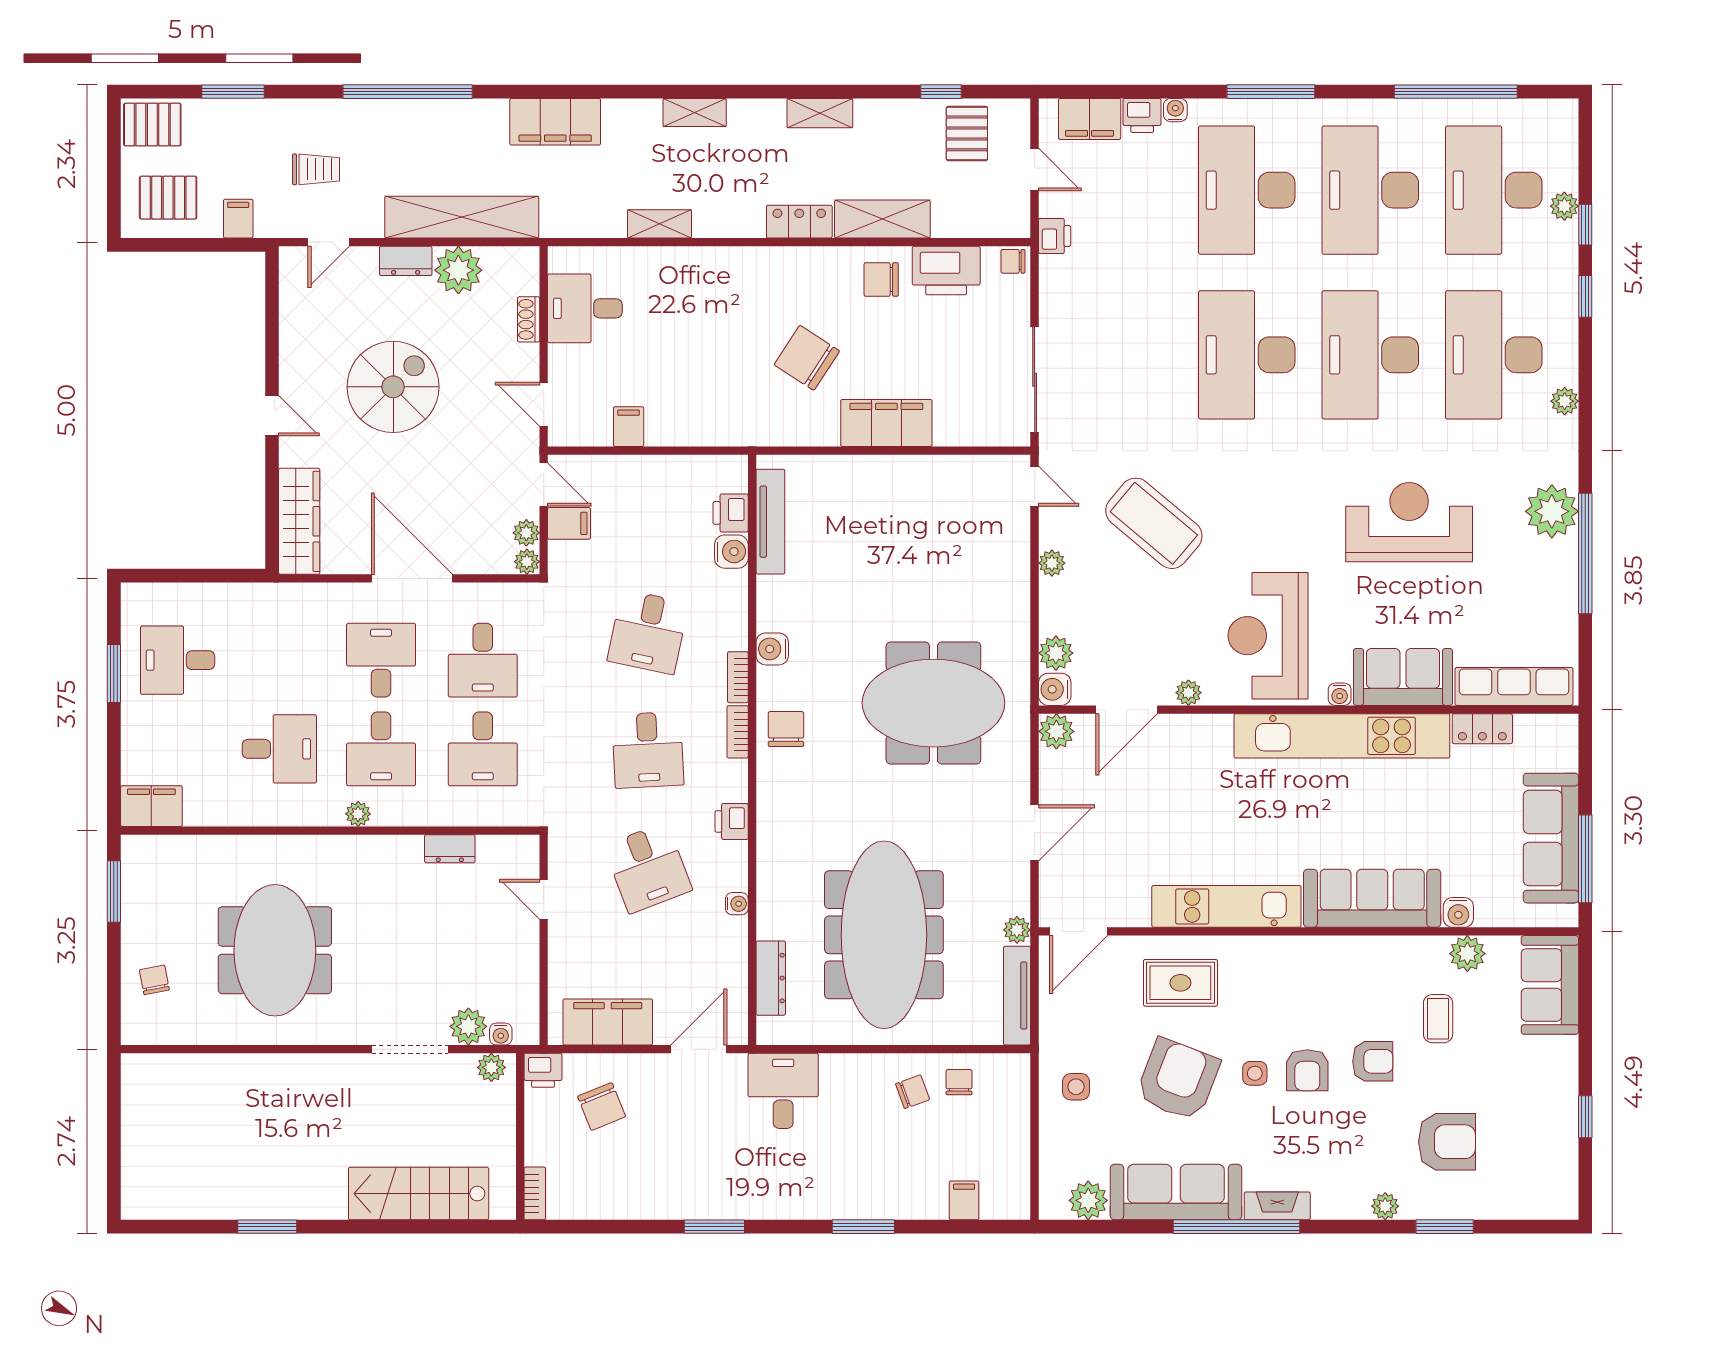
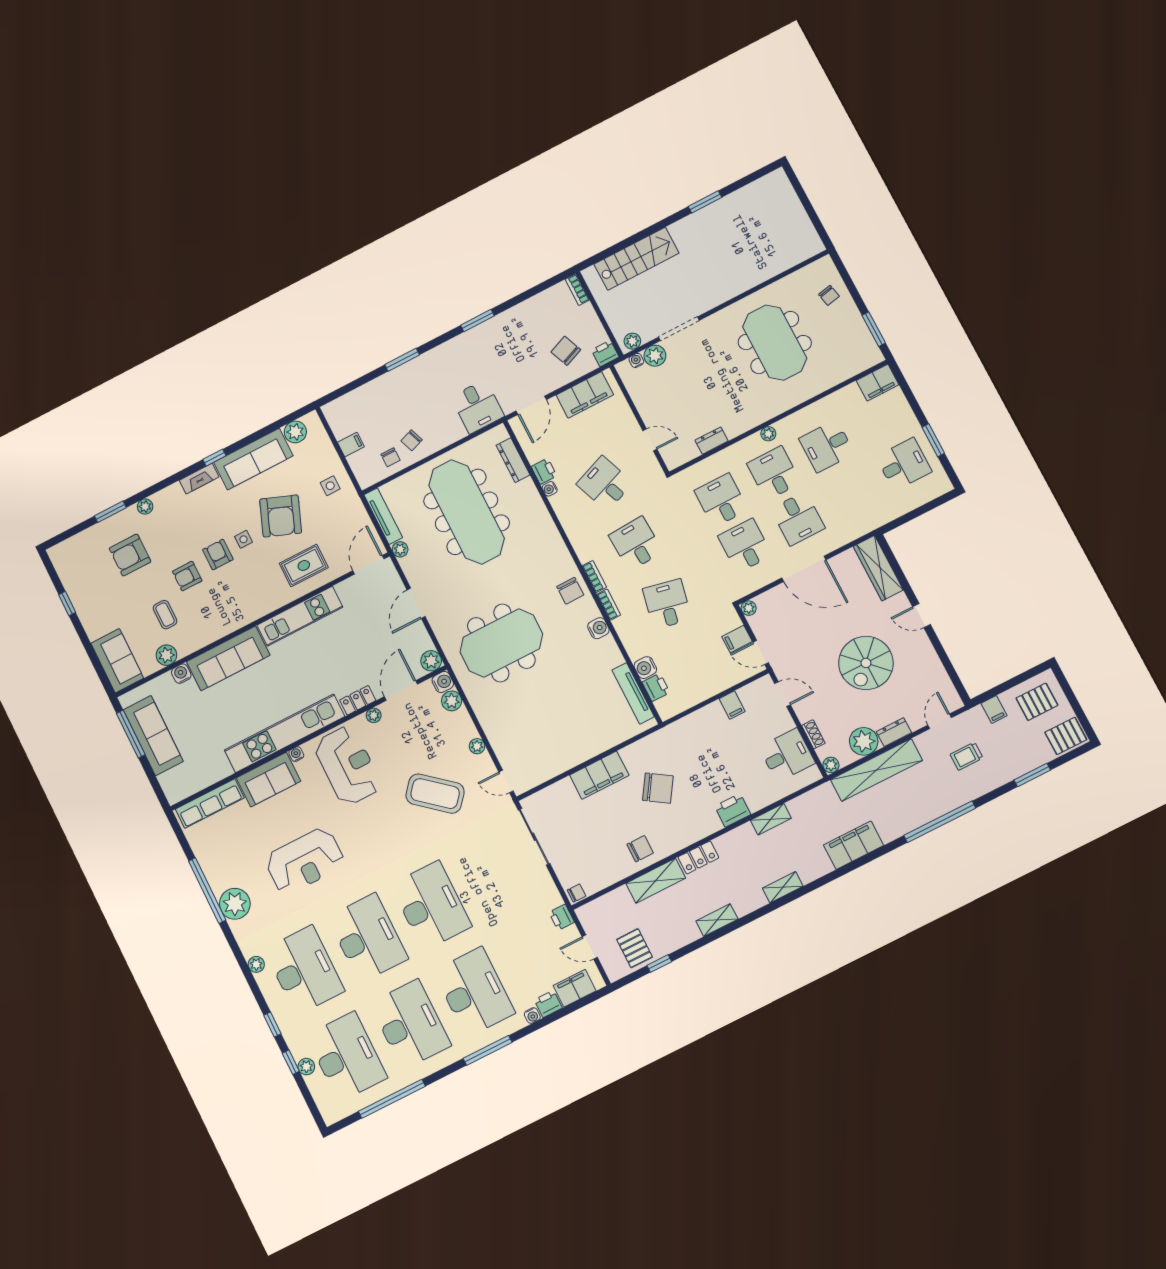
printer: (946, 271) -> (733, 810), moved, width x0.73, depth x0.84
plant: (526, 533) -> (831, 765), moved
locker: (1482, 729) -> (358, 700), moved
printer: (732, 821) -> (544, 471), moved
filing cabinet: (964, 1200) -> (351, 445), moved, turned -90
window: (1237, 1227) -> (214, 458), width x0.32

